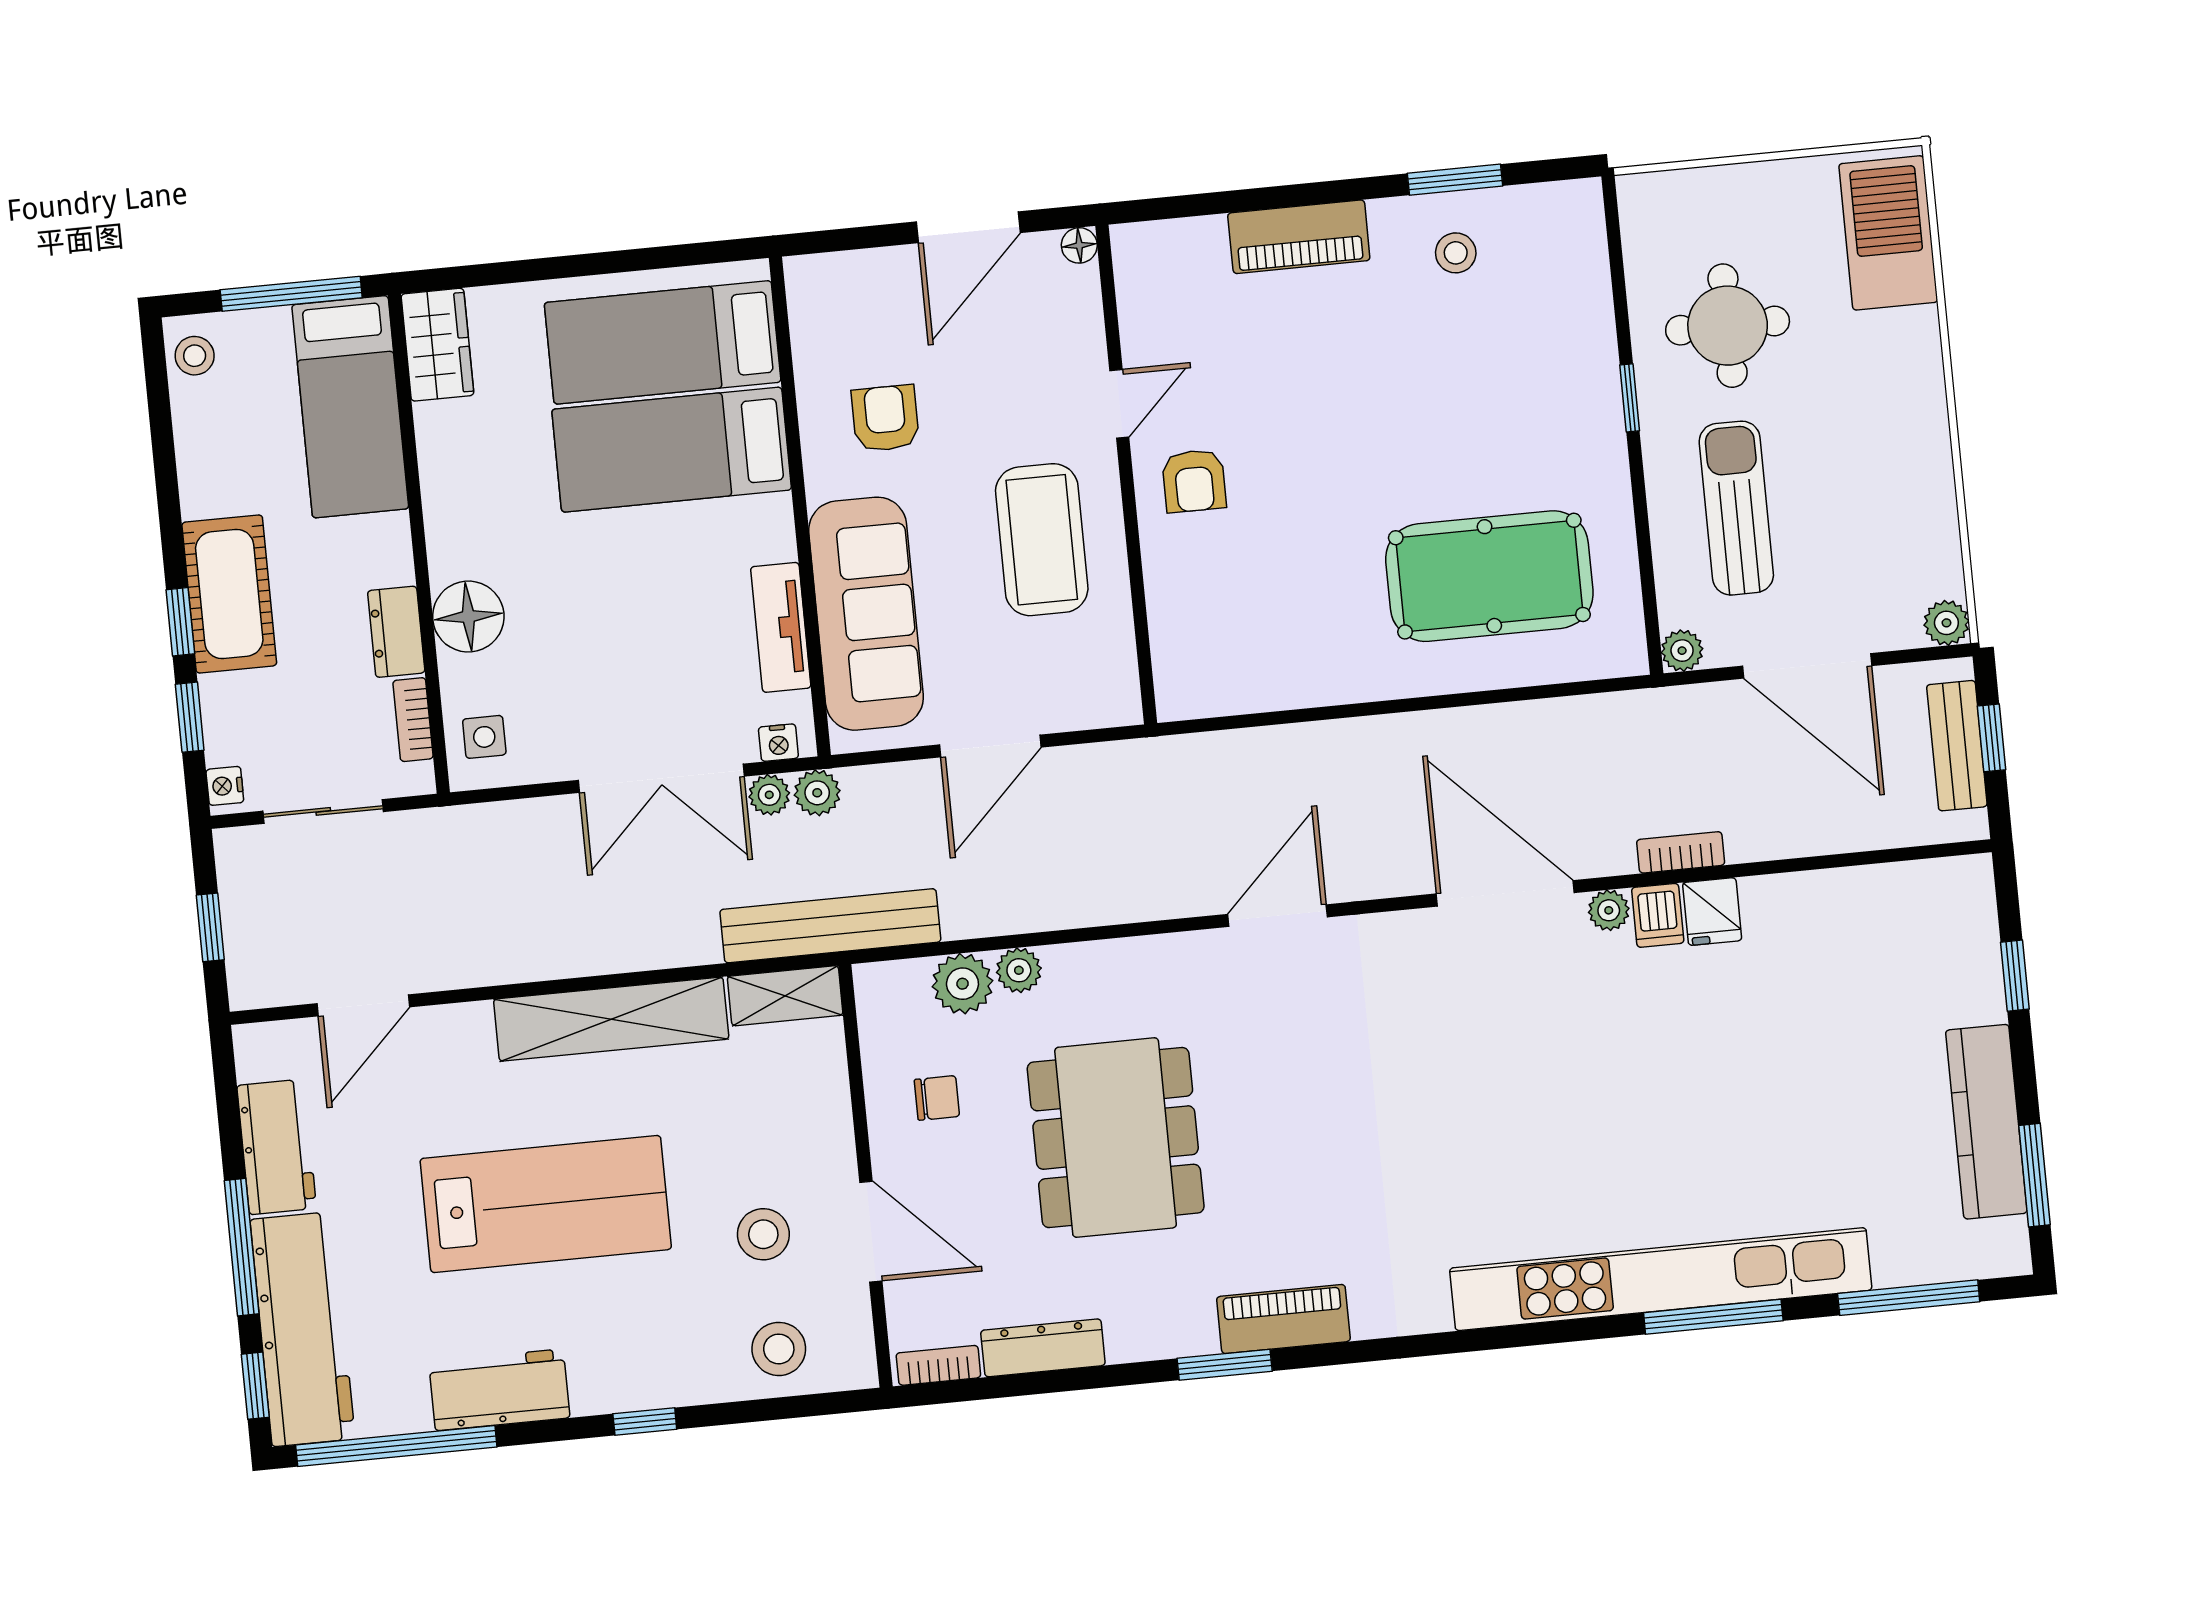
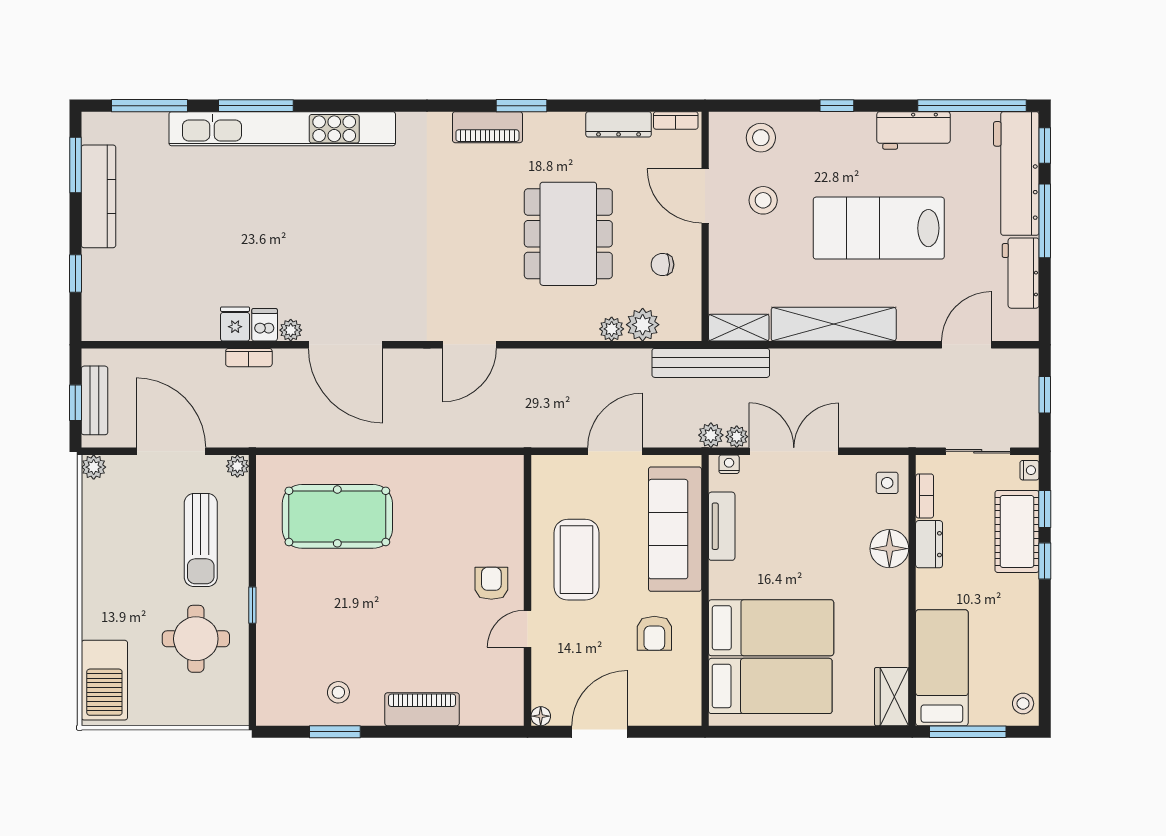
cot: (229, 594) -> (1017, 531), moved

